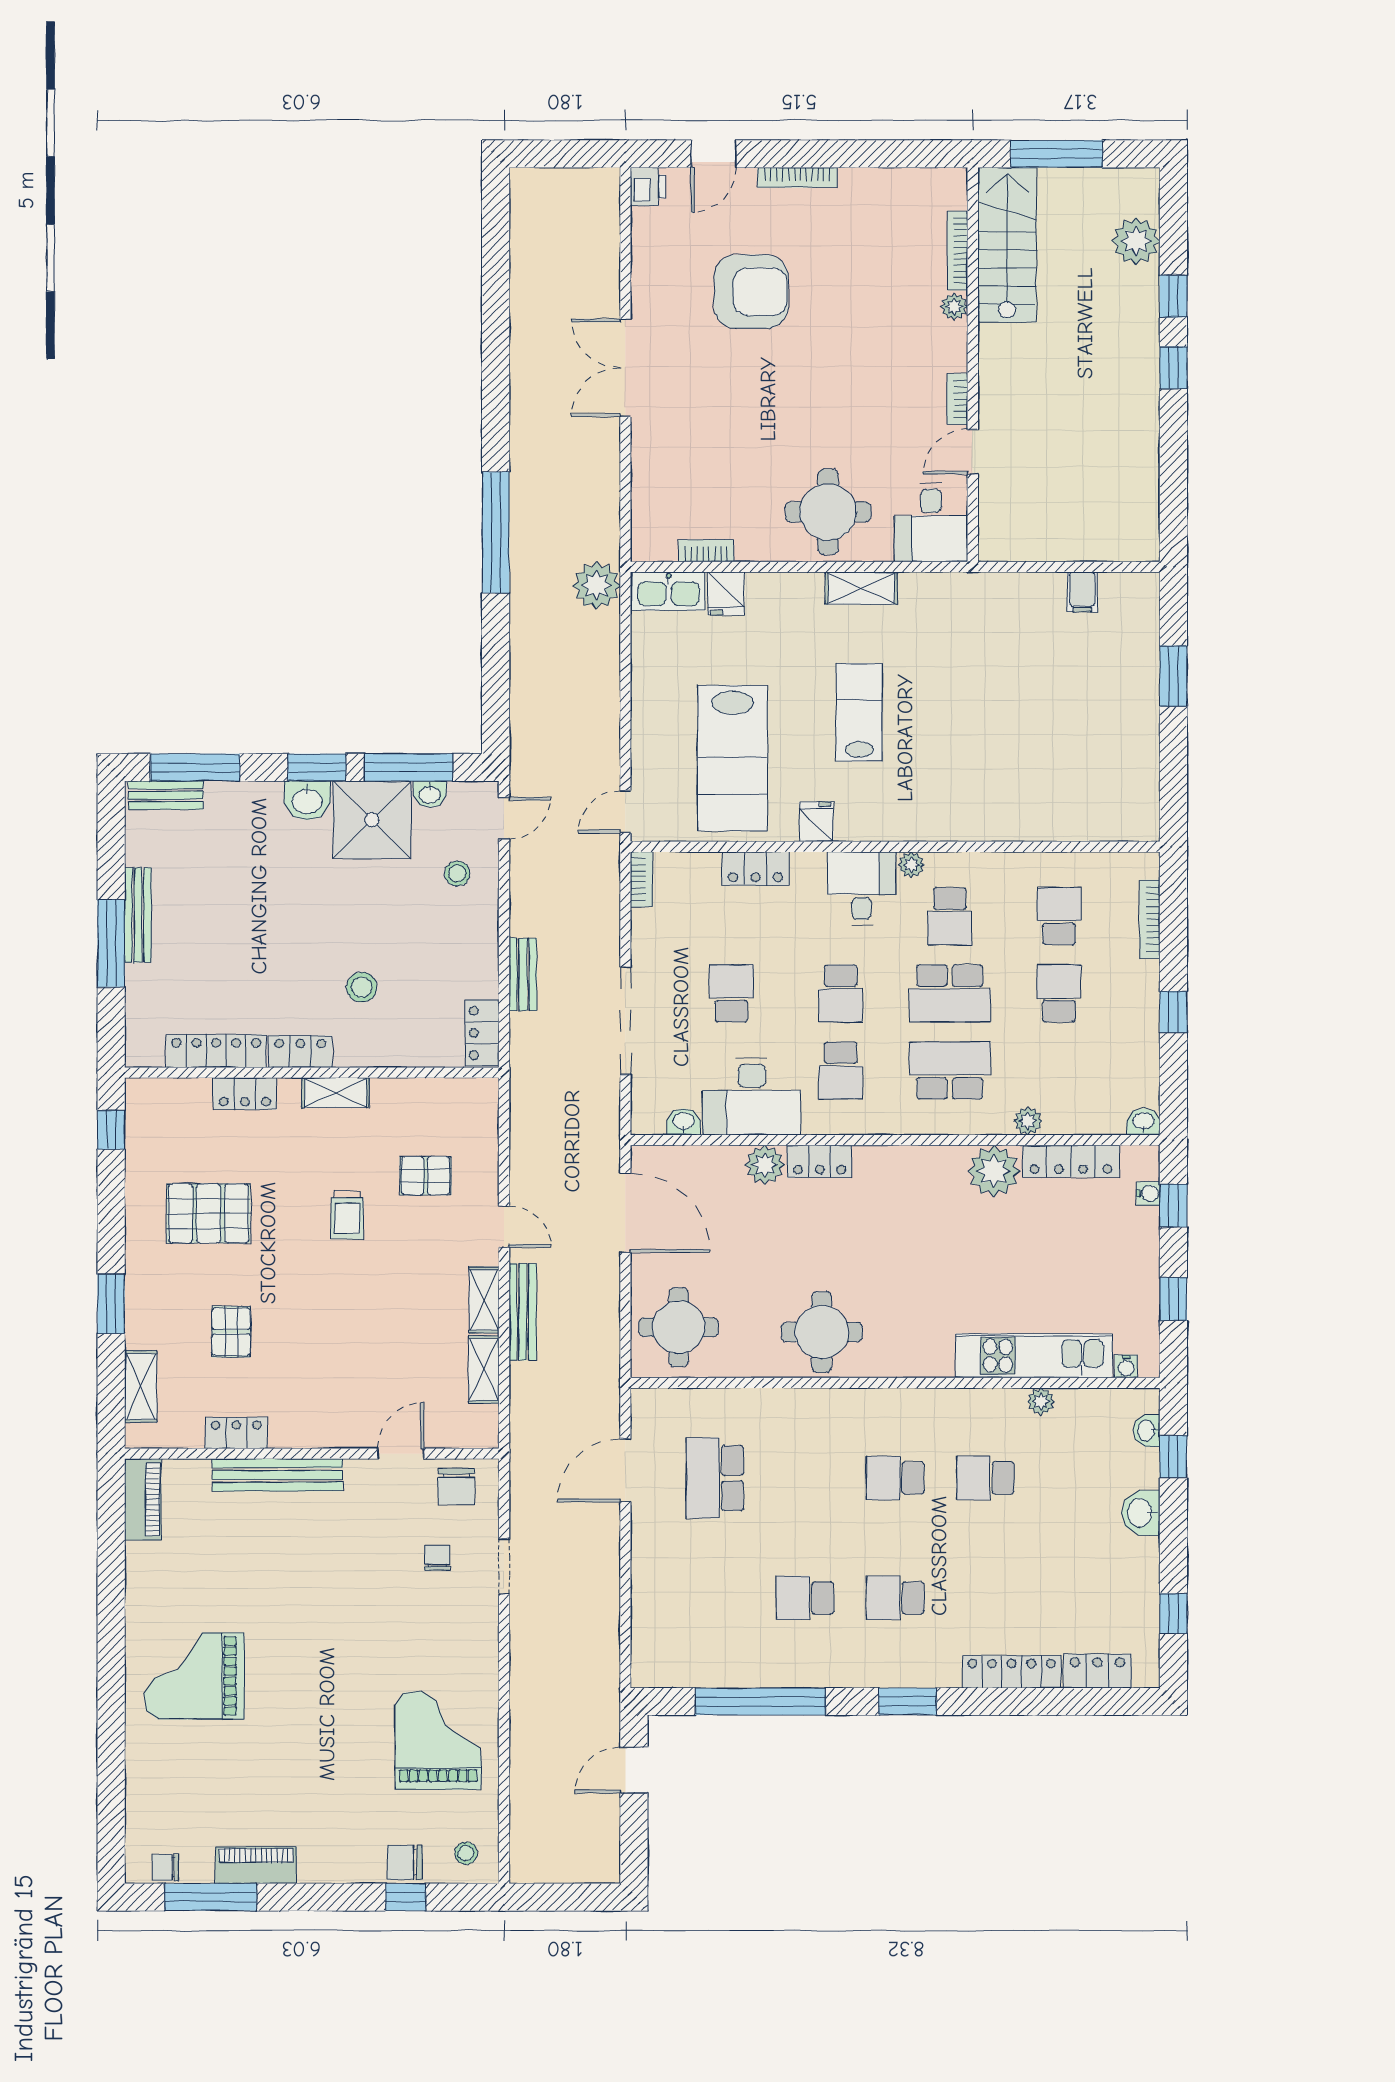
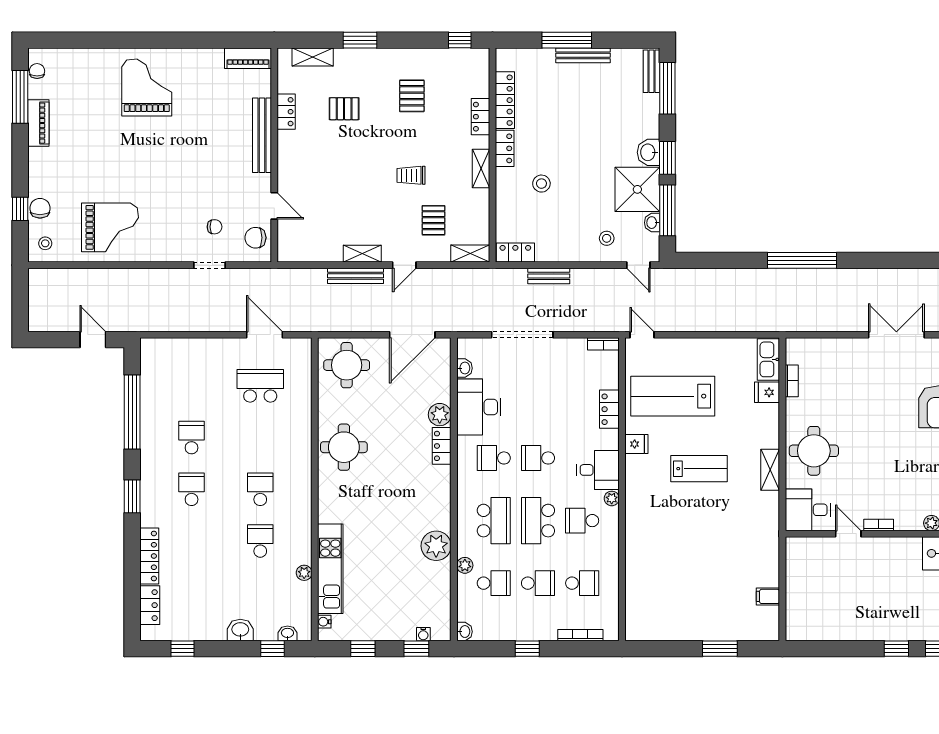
plant: (597, 585) -> (772, 318), removed
school desk: (731, 993) -> (494, 583), moved
locker: (1071, 1161) -> (442, 590), removed
pallet: (209, 1213) -> (412, 96), width x0.67, depth x0.71
shelving: (484, 1370) -> (470, 254), moved

